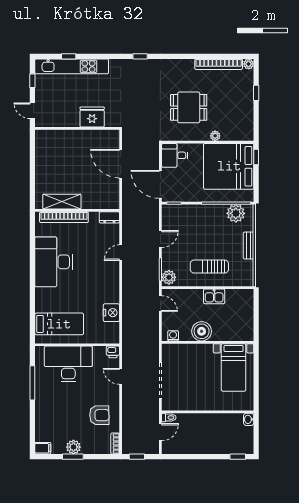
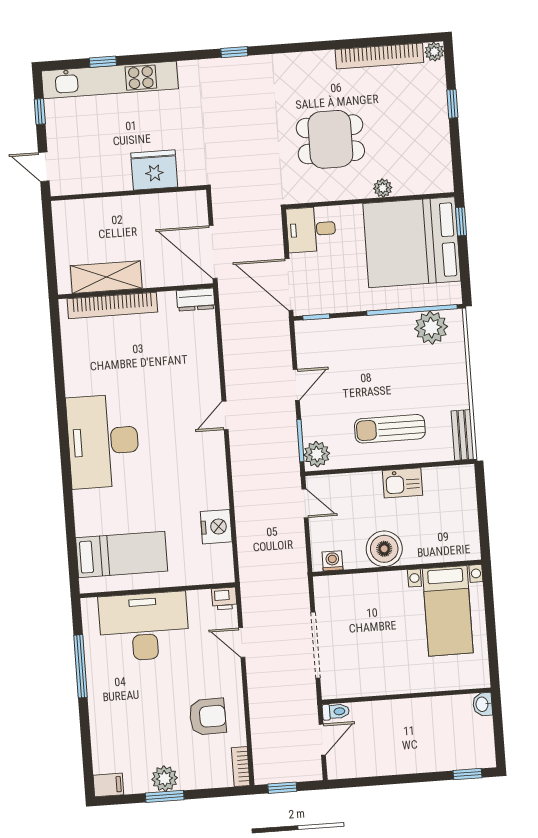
shelving: (62, 202) -> (106, 277), moved
wall: (77, 210) -> (136, 291), moved
bookcase: (64, 217) -> (112, 305), moved
dresser: (109, 217) -> (196, 300), moved
bench: (249, 246) -> (463, 435), moved

